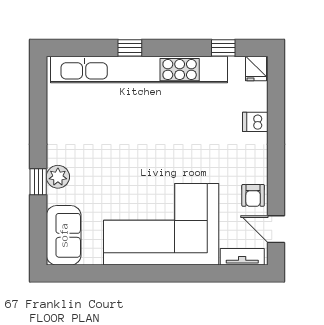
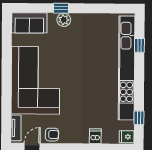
window: (130, 48) -> (139, 45), moved
armchair: (253, 195) -> (52, 135), turned 180

